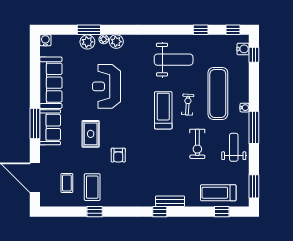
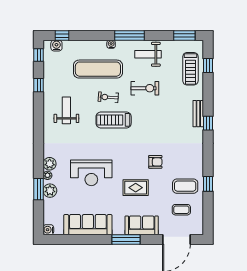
weight bench: (174, 60) -> (66, 110), width x0.73, depth x0.75
sofa: (50, 127) -> (142, 225), moved

